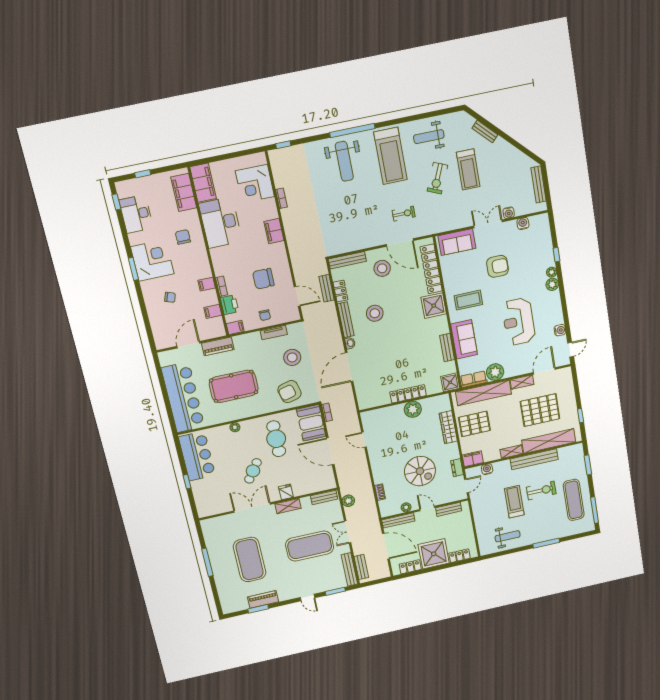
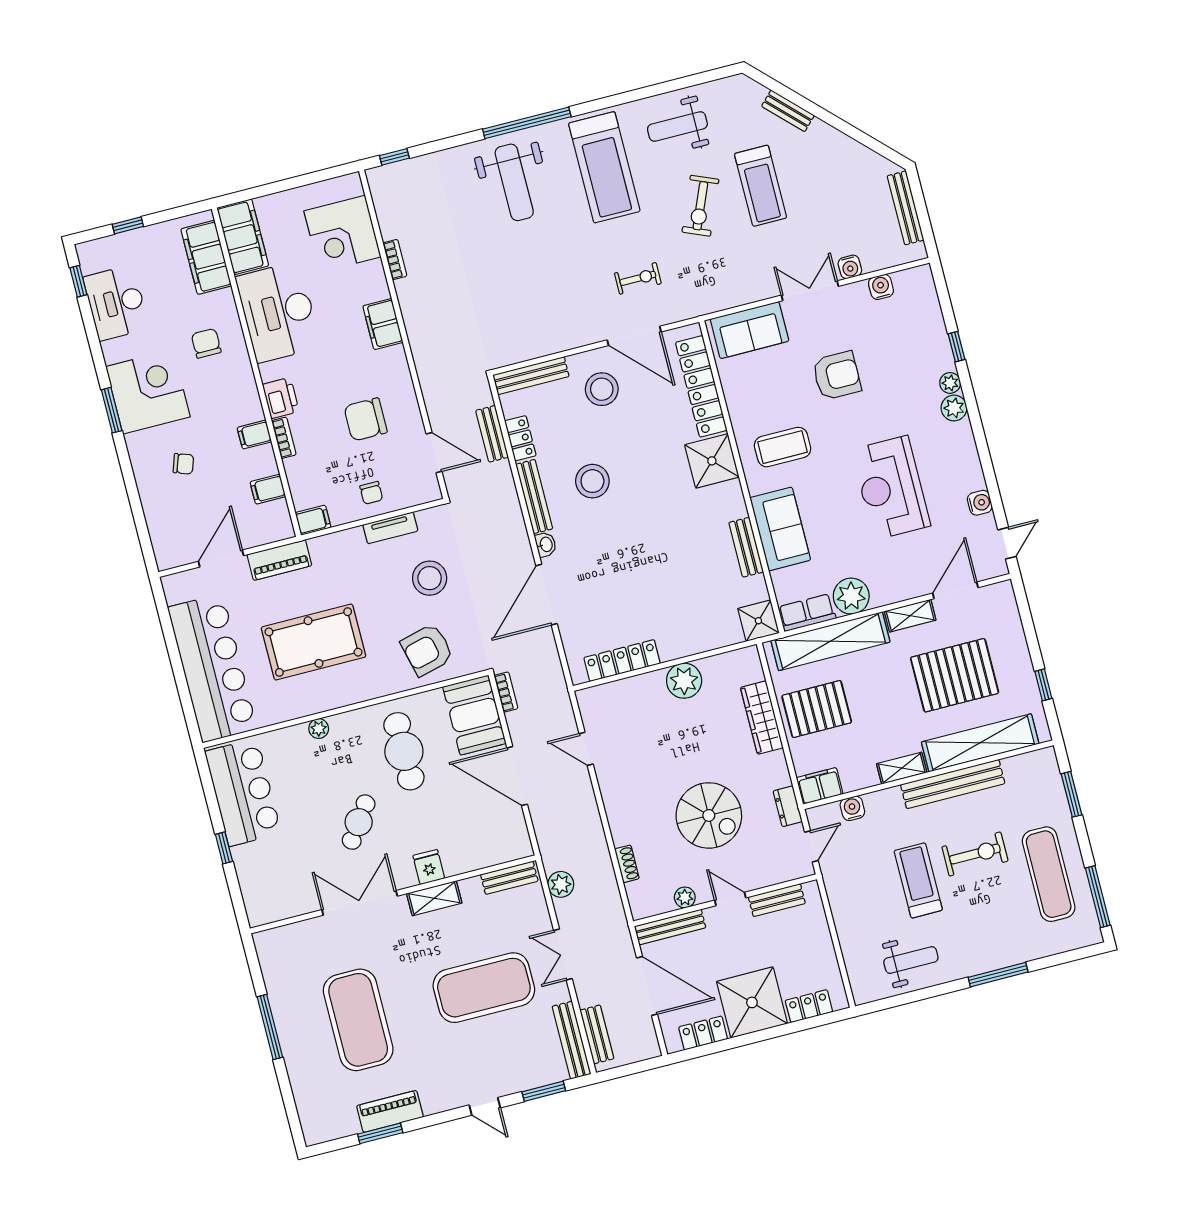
printer: (229, 305) -> (281, 398), moved
locker: (408, 394) -> (622, 661), moved

